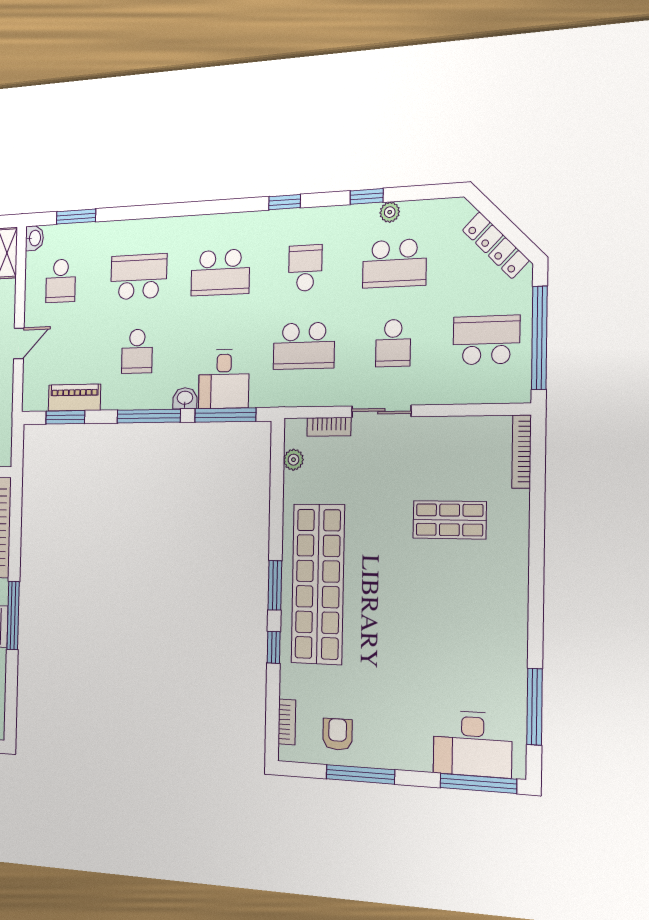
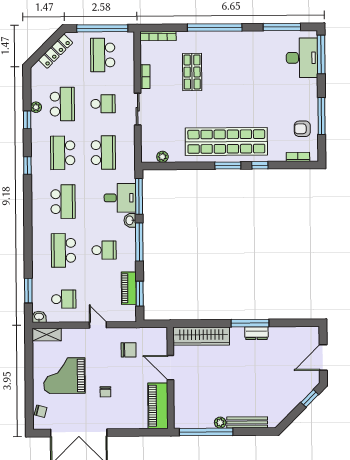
school desk: (305, 268) -> (63, 153), width x1.85
bookcase: (329, 427) -> (145, 77), moved
window: (536, 568) -> (215, 28), added

